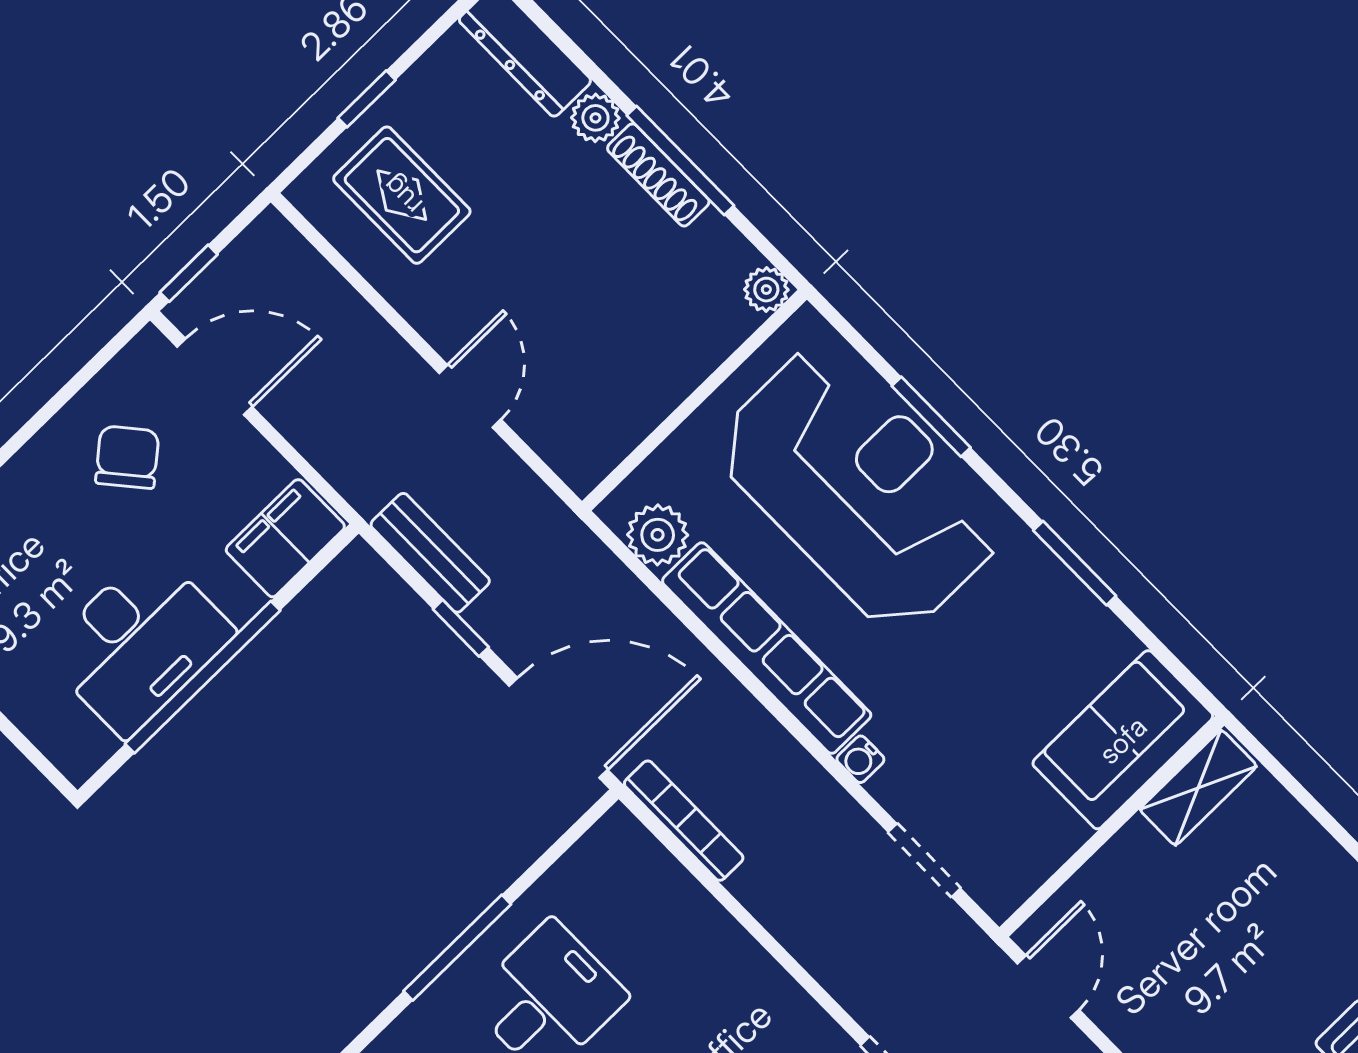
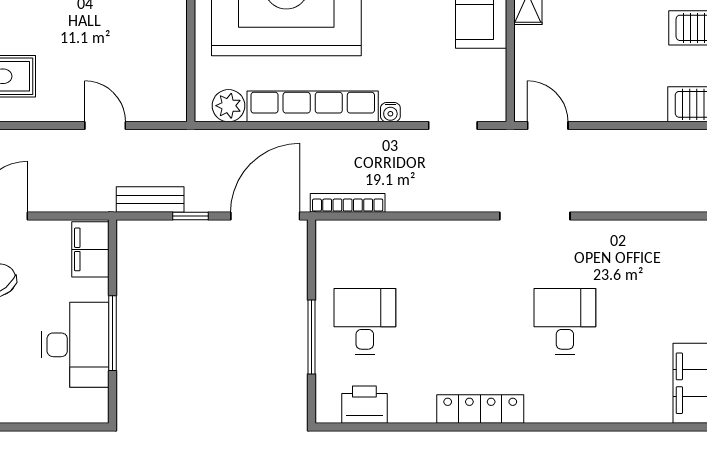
window: (203, 677) -> (112, 333), width x0.68

